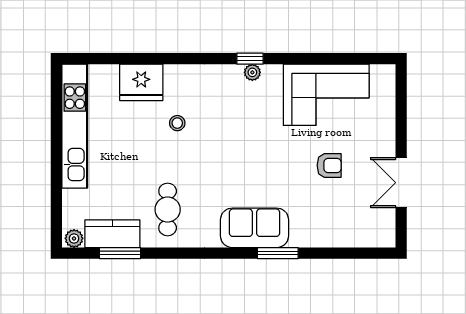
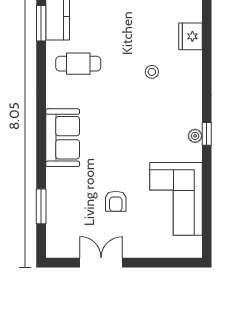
fridge: (141, 82) -> (190, 36), width x0.73, depth x0.75
window: (278, 253) -> (41, 206), moved

